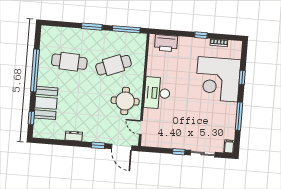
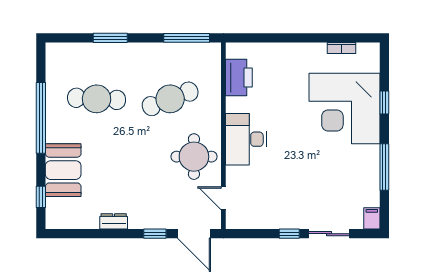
window: (92, 27) -> (110, 38), moved
window: (201, 35) -> (311, 38), removed
printer: (166, 43) -> (239, 78), moved, turned -90

